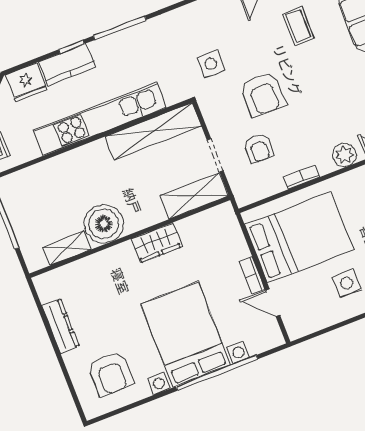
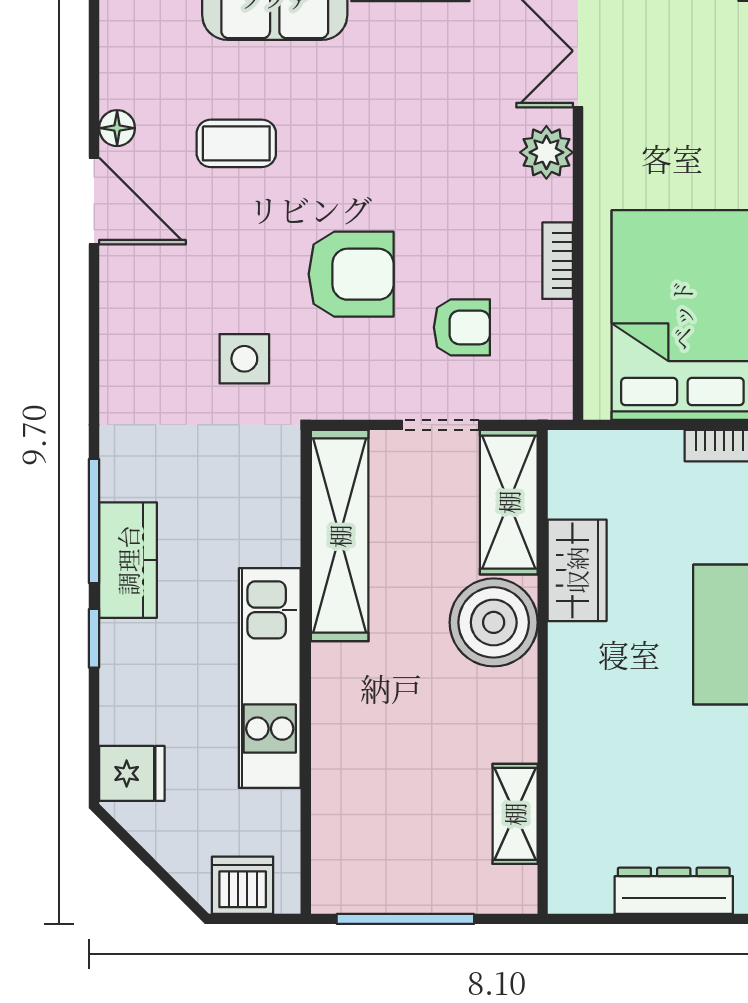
kitchen counter: (67, 65) -> (128, 560), moved
fridge: (26, 82) -> (132, 773), width x0.72
kitchen unit: (100, 119) -> (270, 678), width x0.73
boiler: (104, 224) -> (494, 622), moved
wardrobe: (157, 243) -> (577, 570), moved

